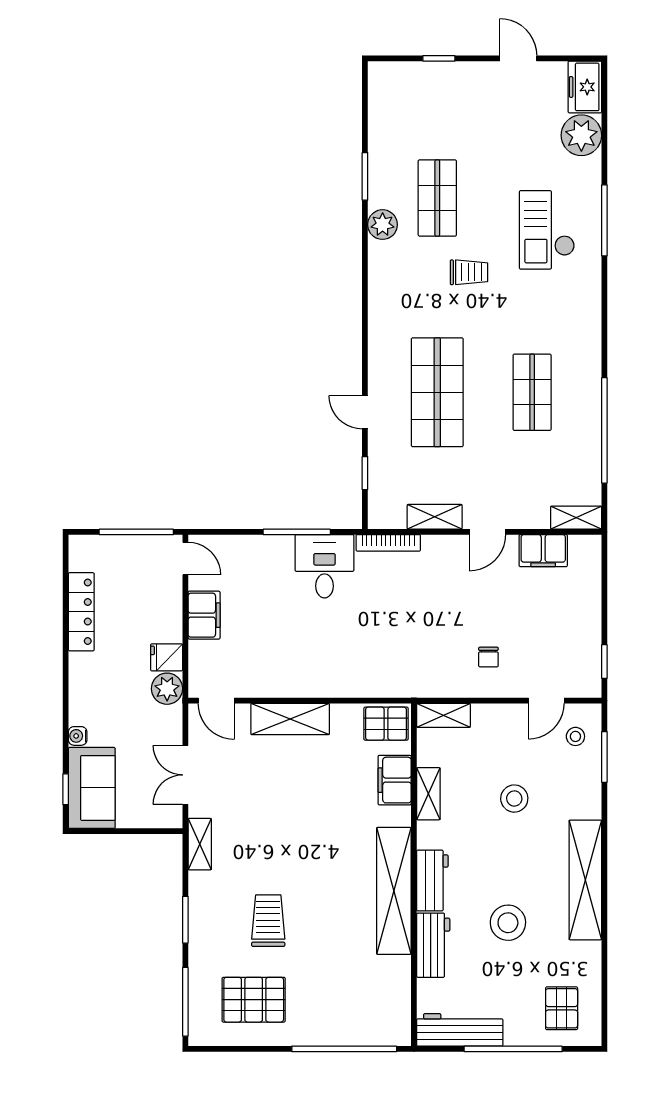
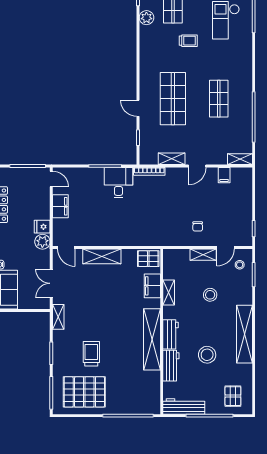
filing cabinet: (543, 551) -> (224, 175), width x0.50
shelving: (443, 715) -> (203, 255), moved
pallet: (254, 1000) -> (84, 392), width x1.37, depth x1.41

